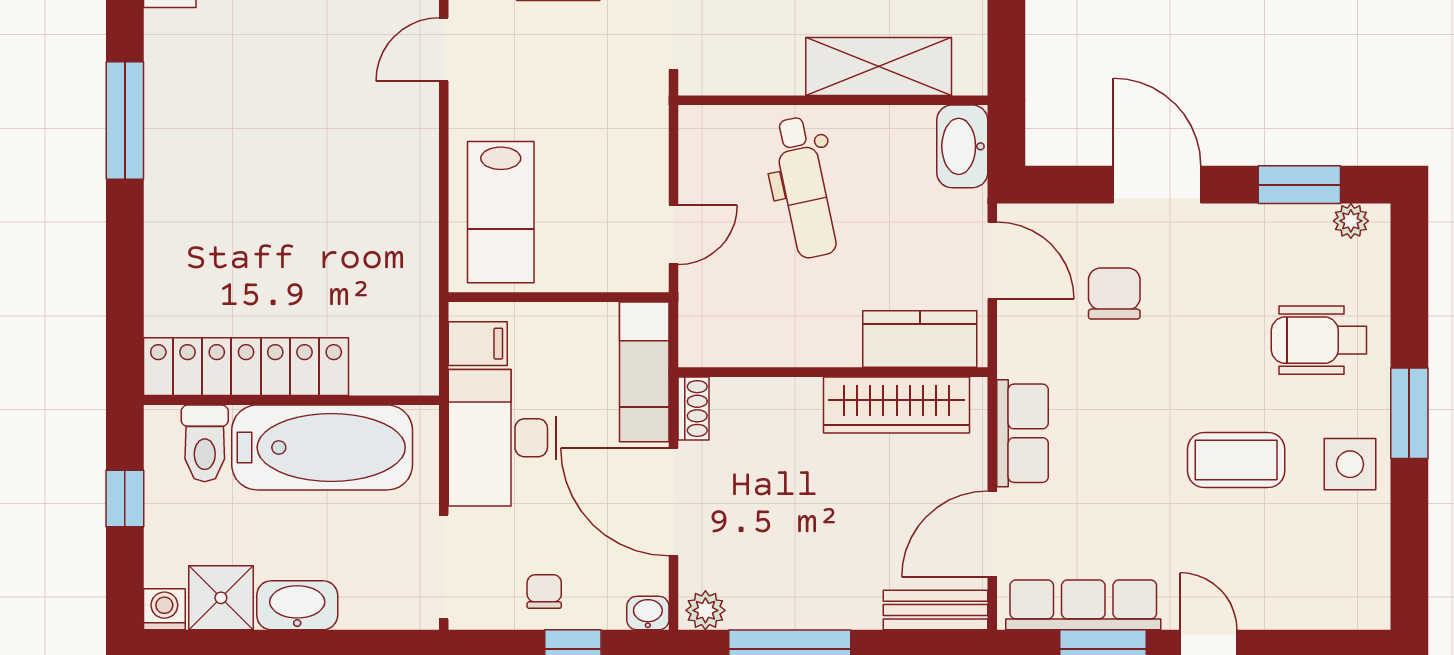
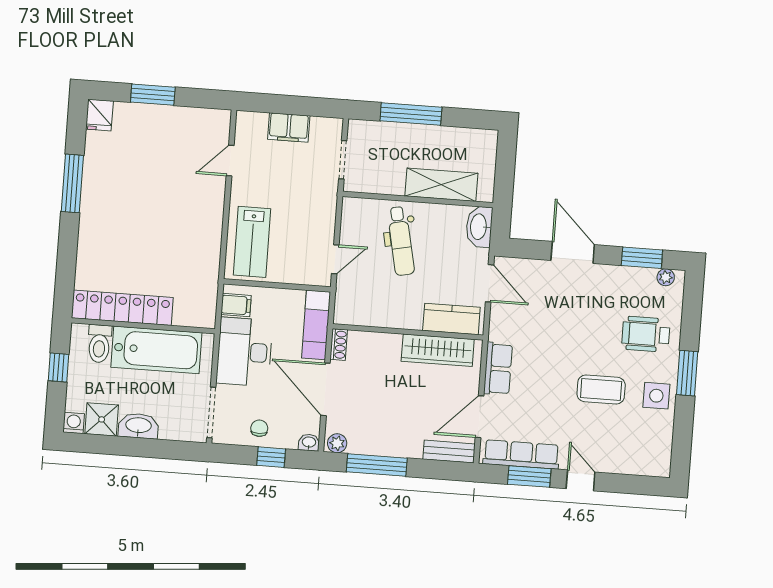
chair: (1114, 293) -> (548, 304), removed

